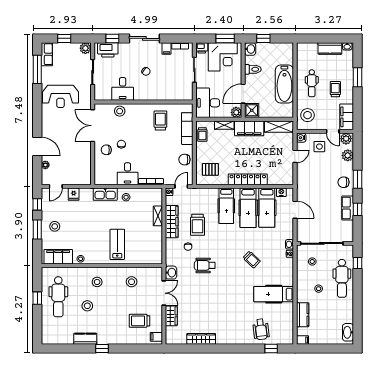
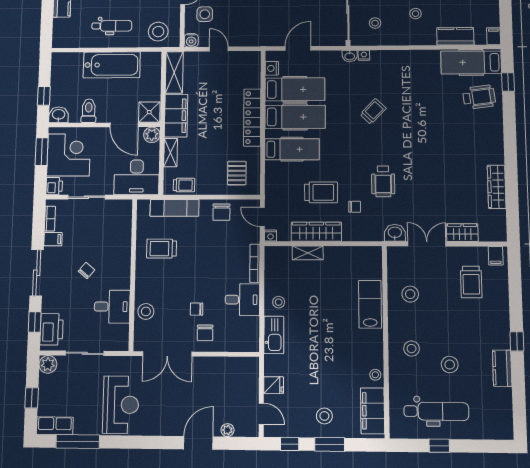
lab bench: (117, 244) -> (370, 304), moved, turned 90
hospital bed: (274, 294) -> (471, 62), moved, turned 90

